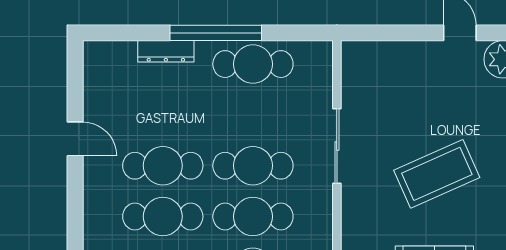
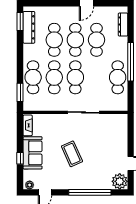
dresser: (166, 51) -> (123, 25), moved
cafe table: (163, 115) -> (96, 40), added
coffee table: (437, 174) -> (72, 154), width x0.73, depth x0.76

